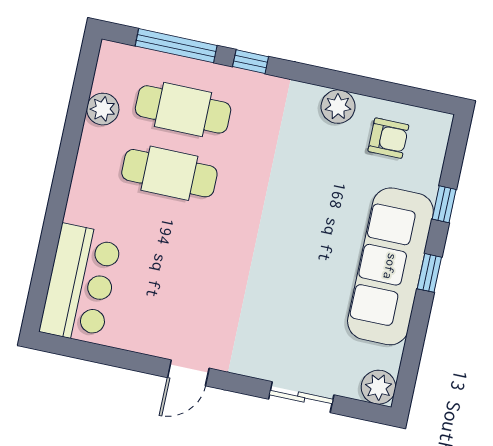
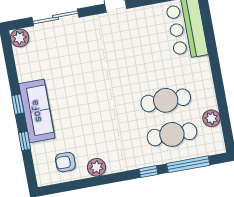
sofa: (390, 266) -> (37, 111), width x0.74, depth x0.79
sliding door: (301, 397) -> (56, 17), width x1.37

